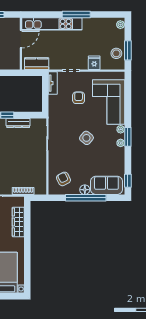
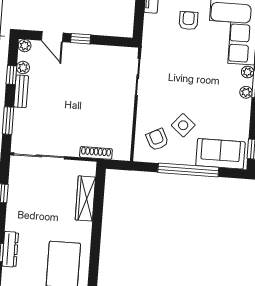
dresser: (18, 123) -> (96, 52), removed
side table: (86, 138) -> (183, 125), moved
floor lamp: (85, 190) -> (188, 158), removed

